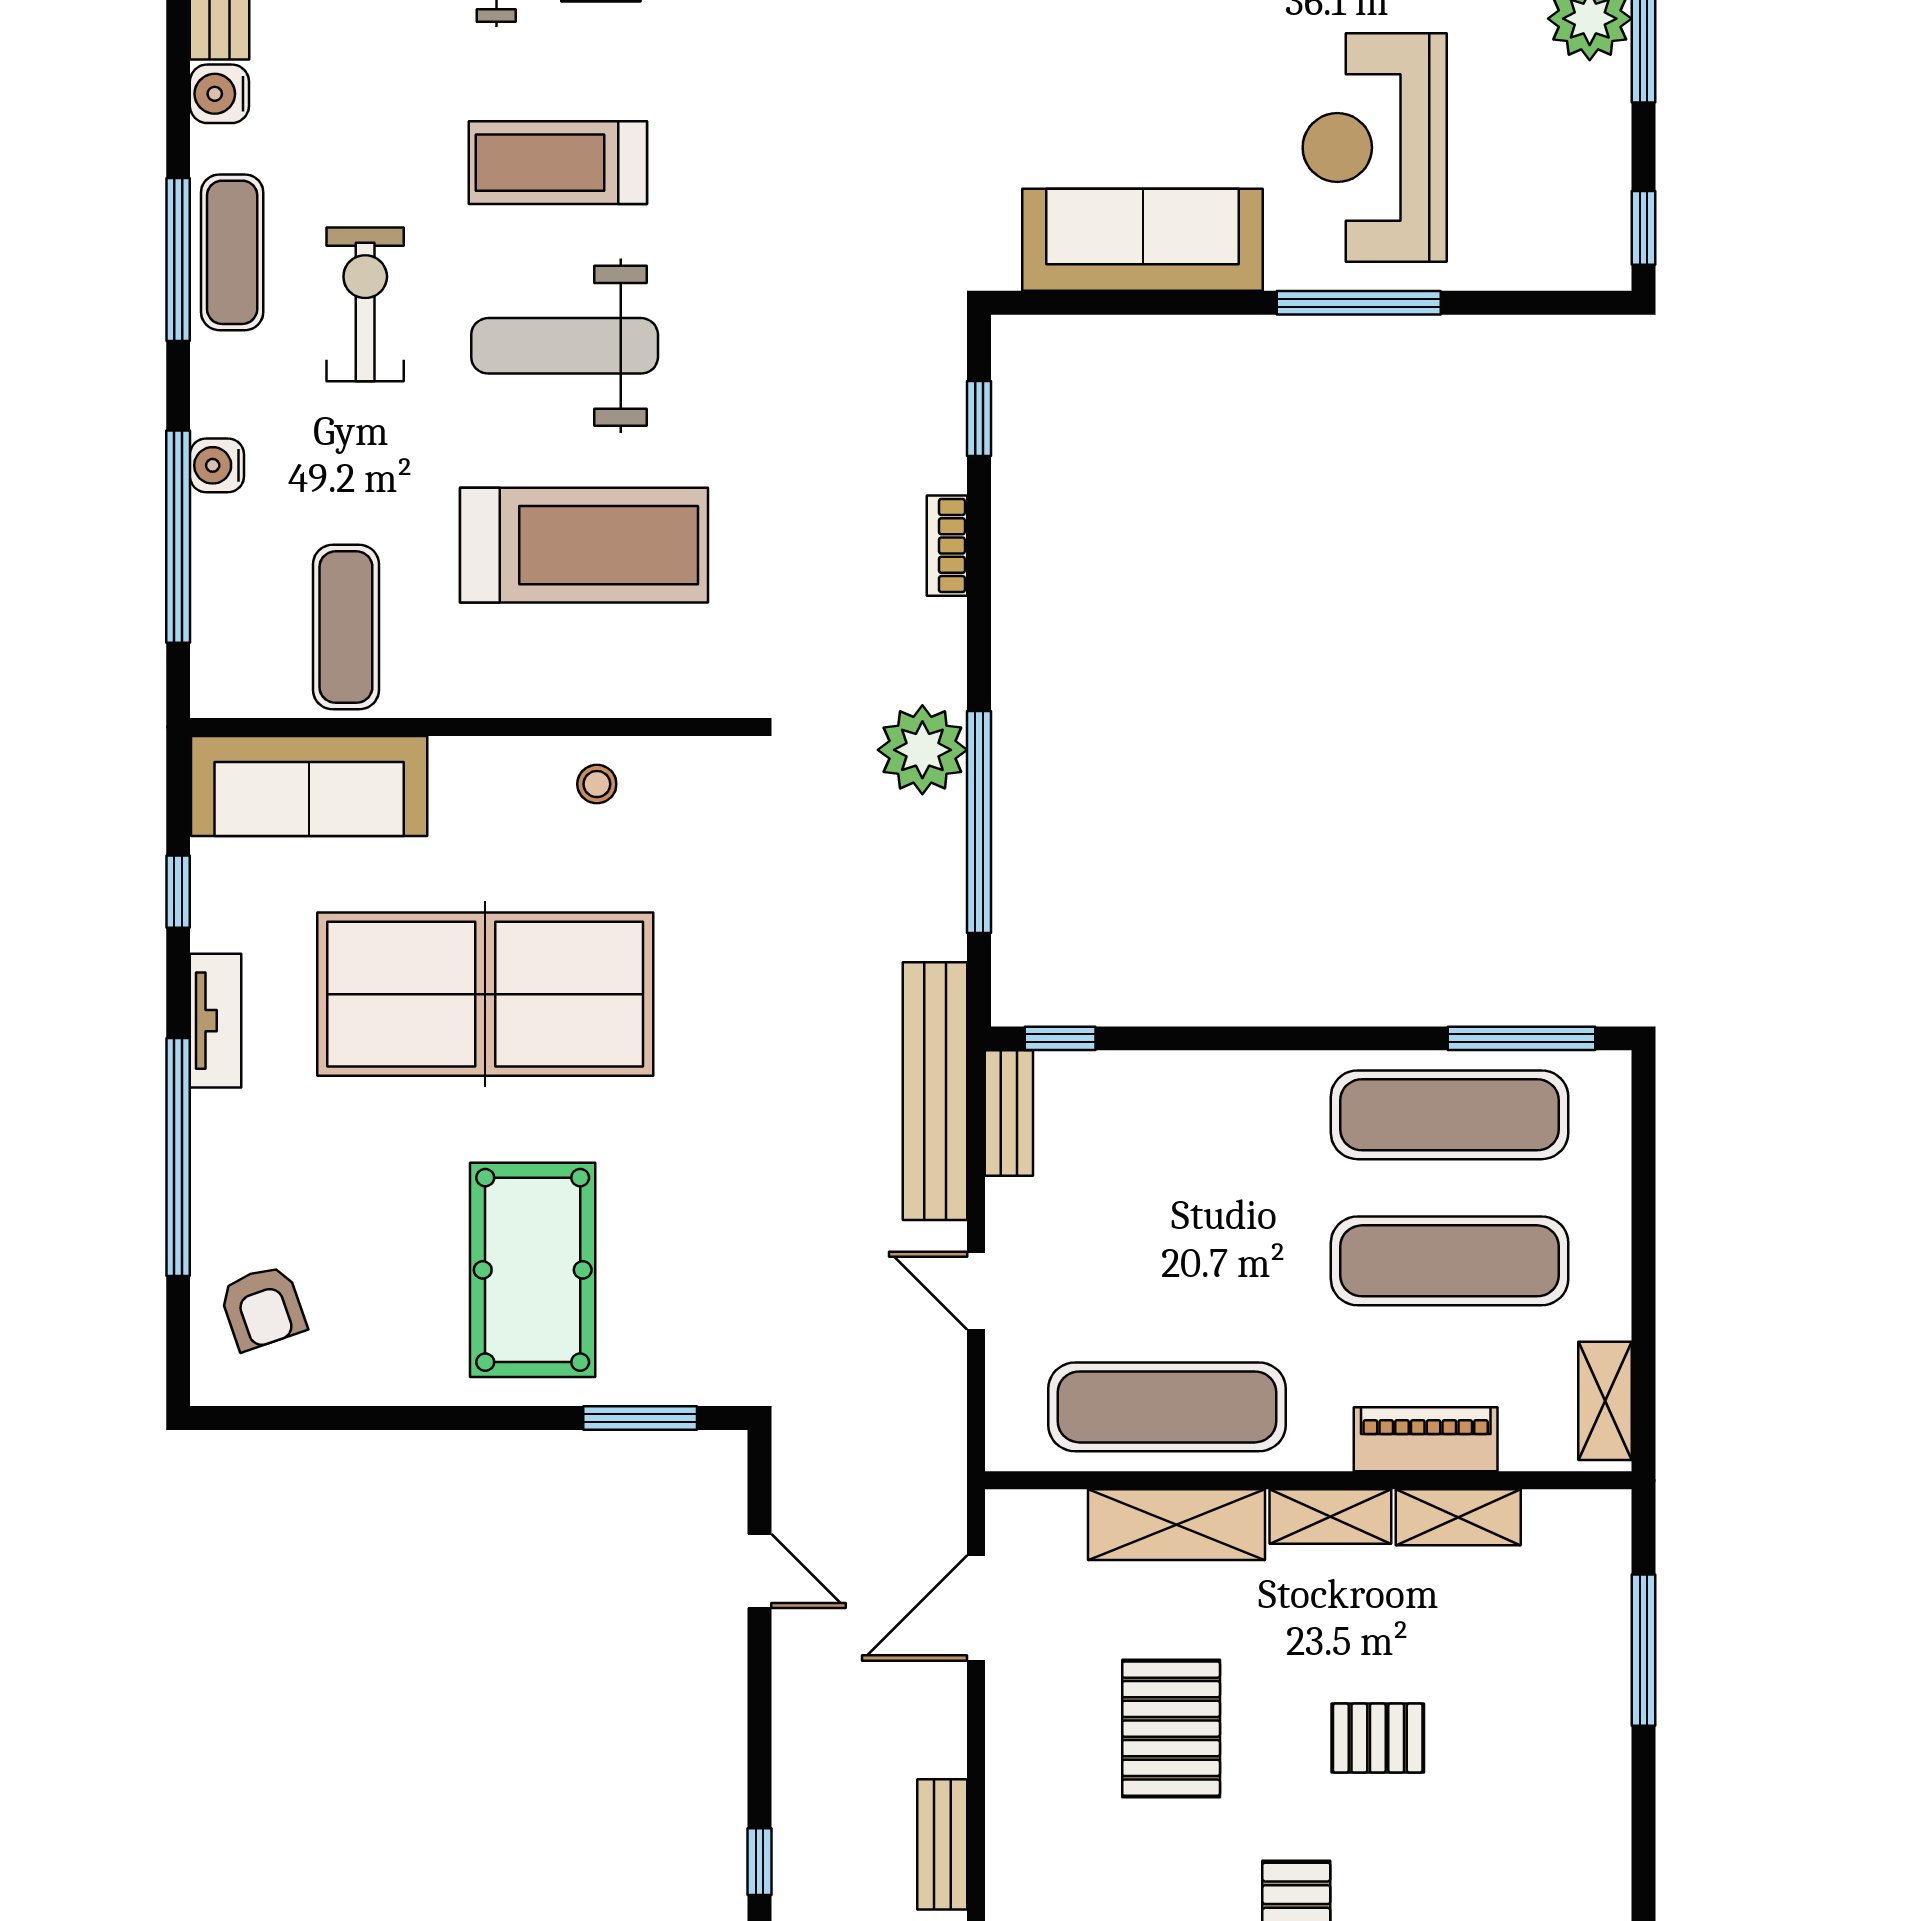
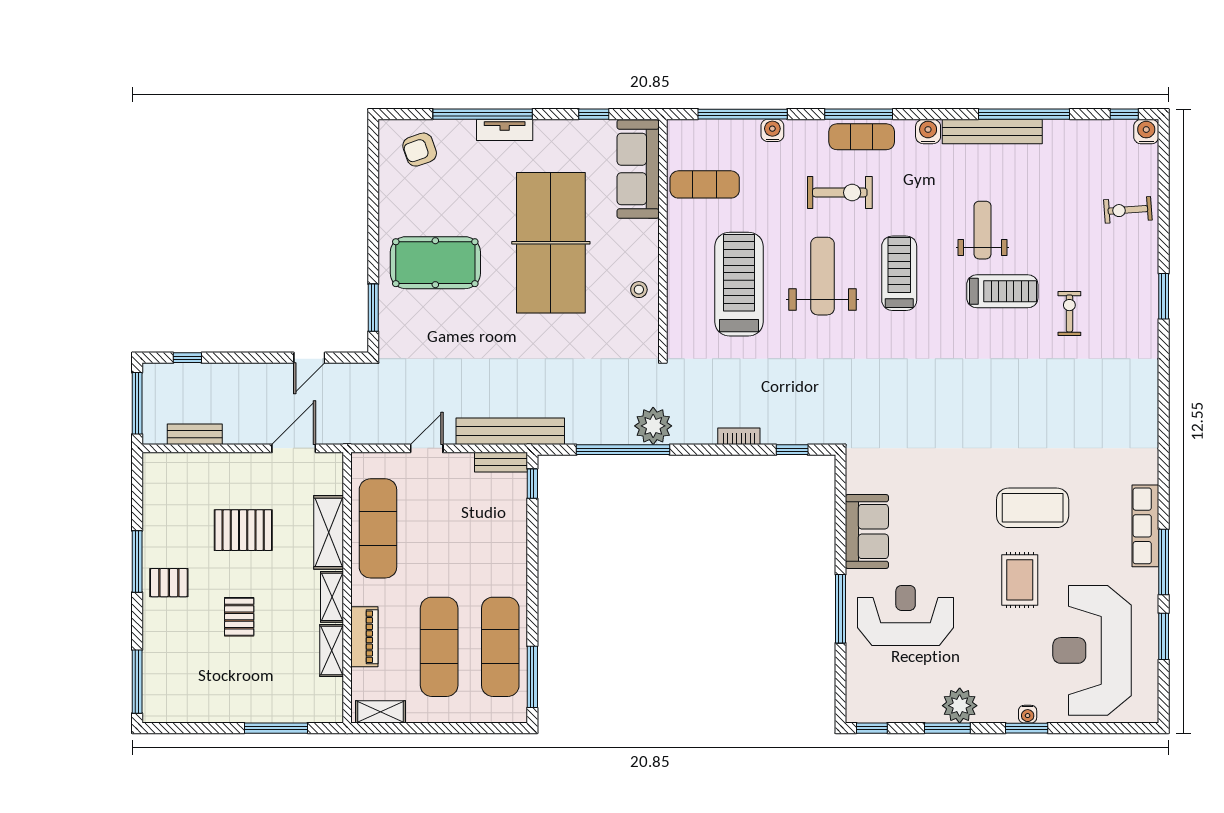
sofa: (1143, 240) -> (867, 532), width x0.73
treadmill: (584, 545) -> (739, 284), turned 180
tv unit: (216, 1021) -> (505, 130), moved
door: (976, 1608) -> (294, 448), hinge flipped

